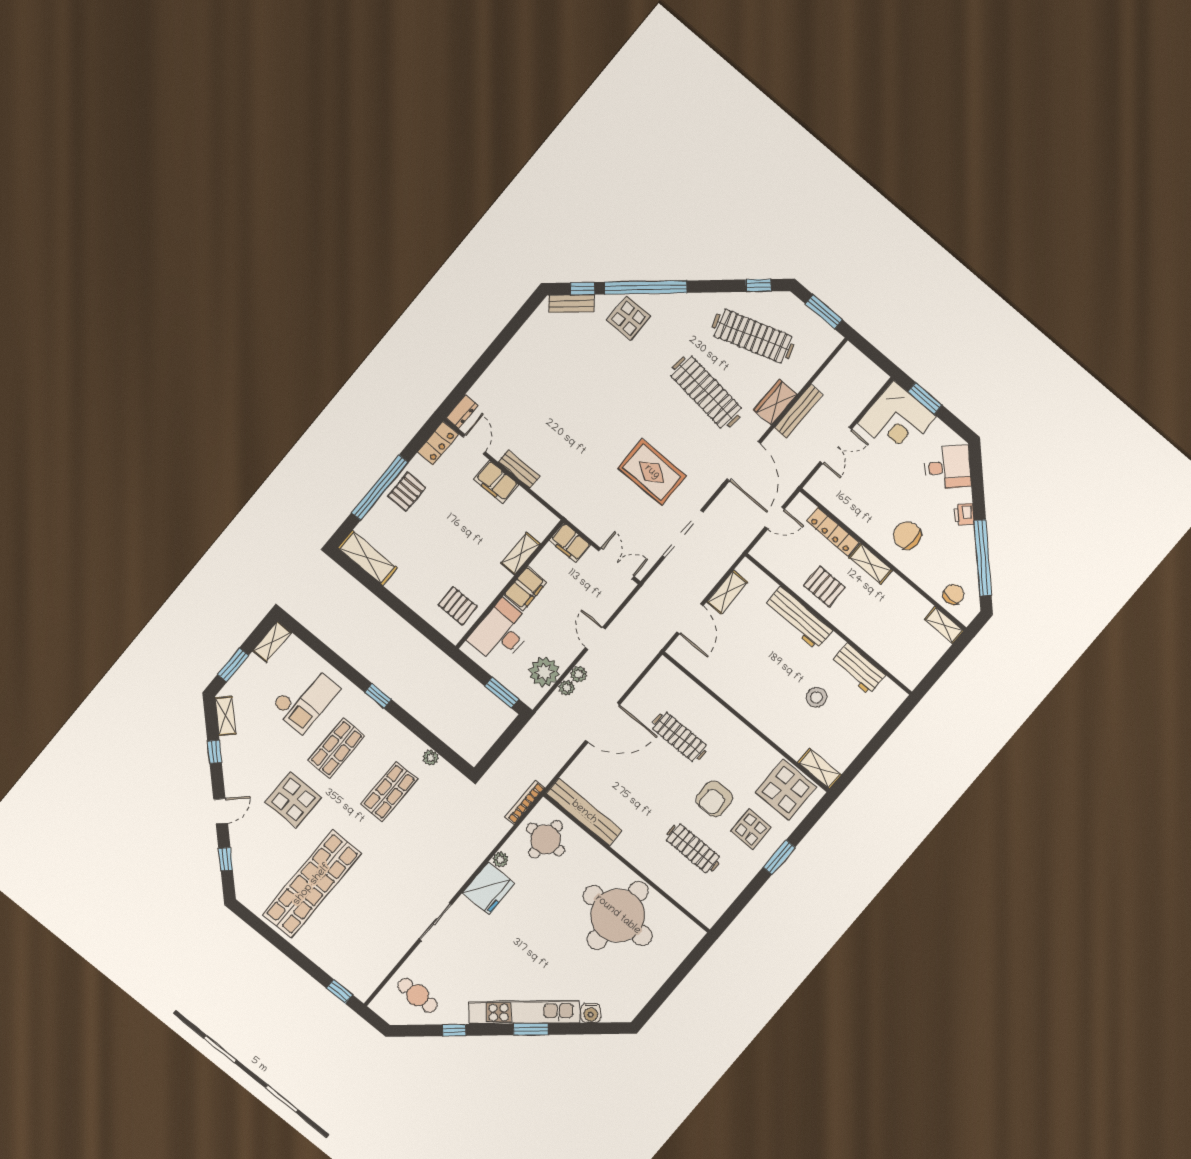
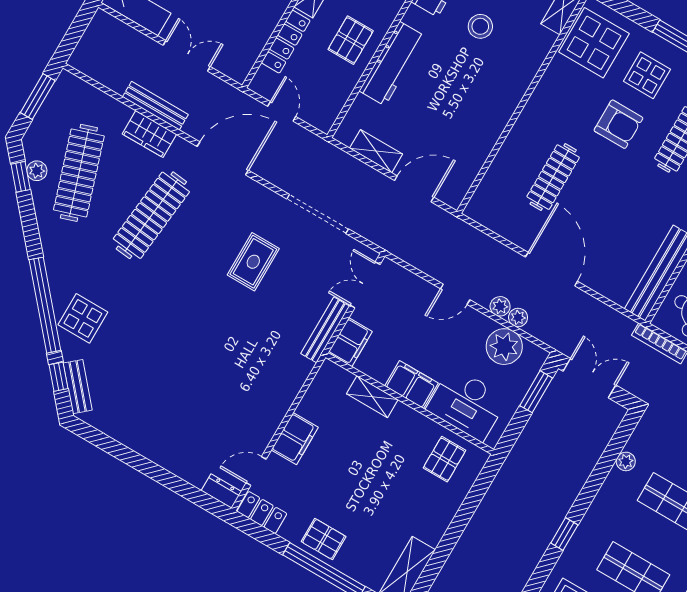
plant: (761, 300) -> (37, 171), added
bench: (519, 469) -> (325, 330), moved, width x1.36
rug: (652, 472) -> (253, 262), width x0.73, depth x0.70
double door: (506, 739) -> (589, 378), added

